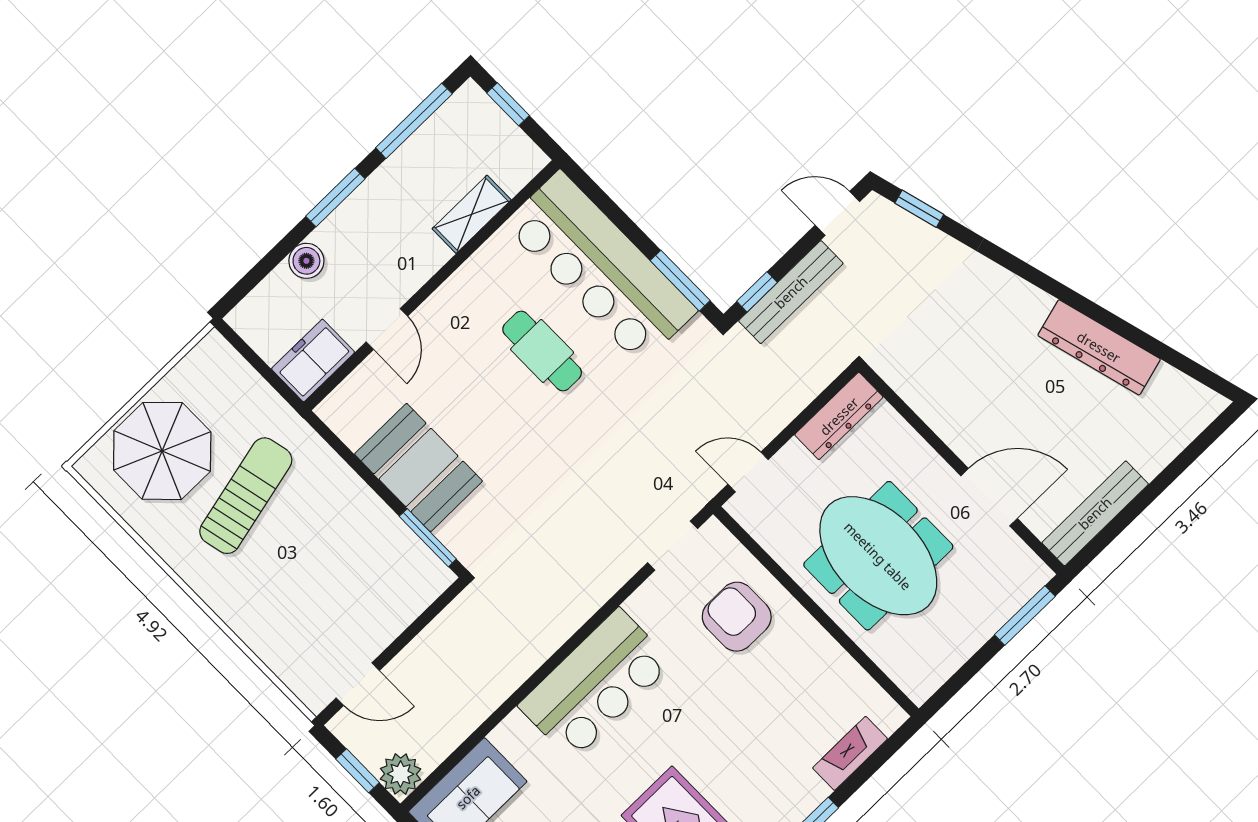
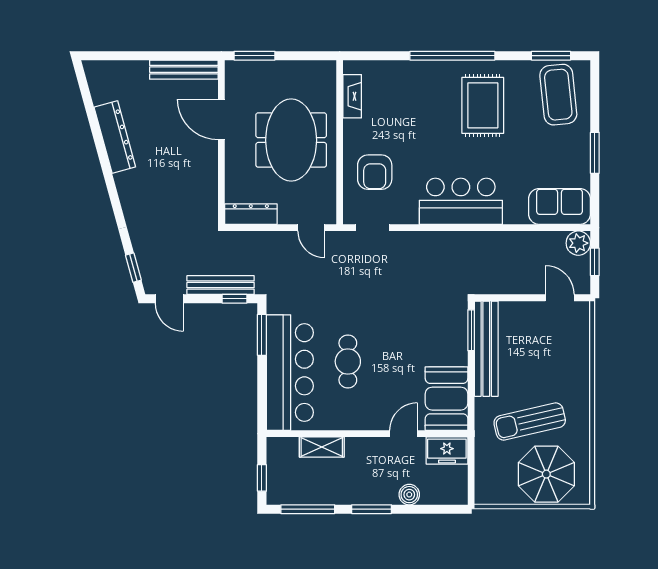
booth: (418, 468) -> (447, 399), moved
bench: (387, 533) -> (486, 349), added
fireplace: (850, 753) -> (352, 96), moved, turned -90

